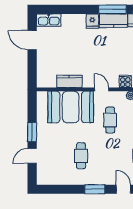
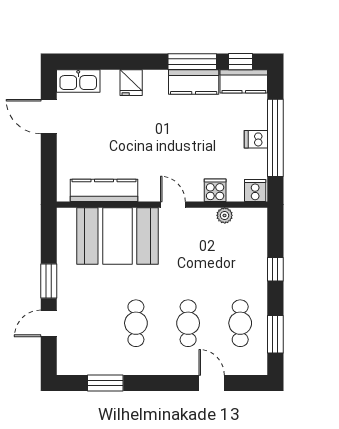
fridge: (92, 21) -> (131, 83), moved
kitchen counter: (69, 81) -> (104, 190), width x1.50
cafe table: (110, 120) -> (188, 323), moved
window: (95, 189) -> (105, 383), moved

